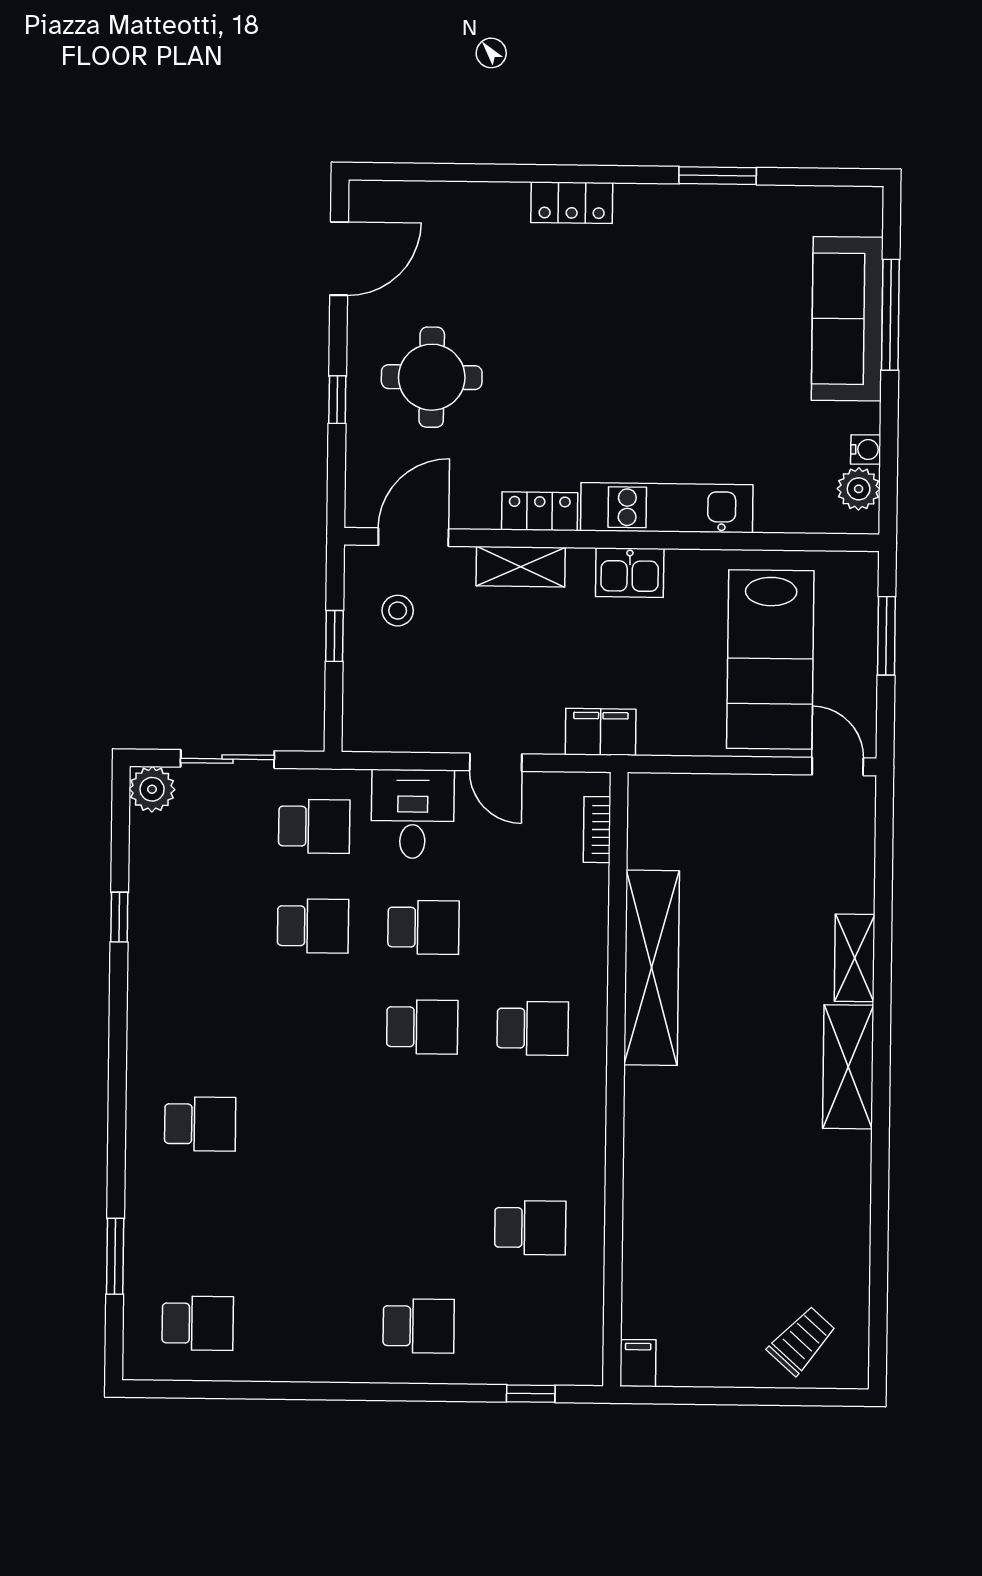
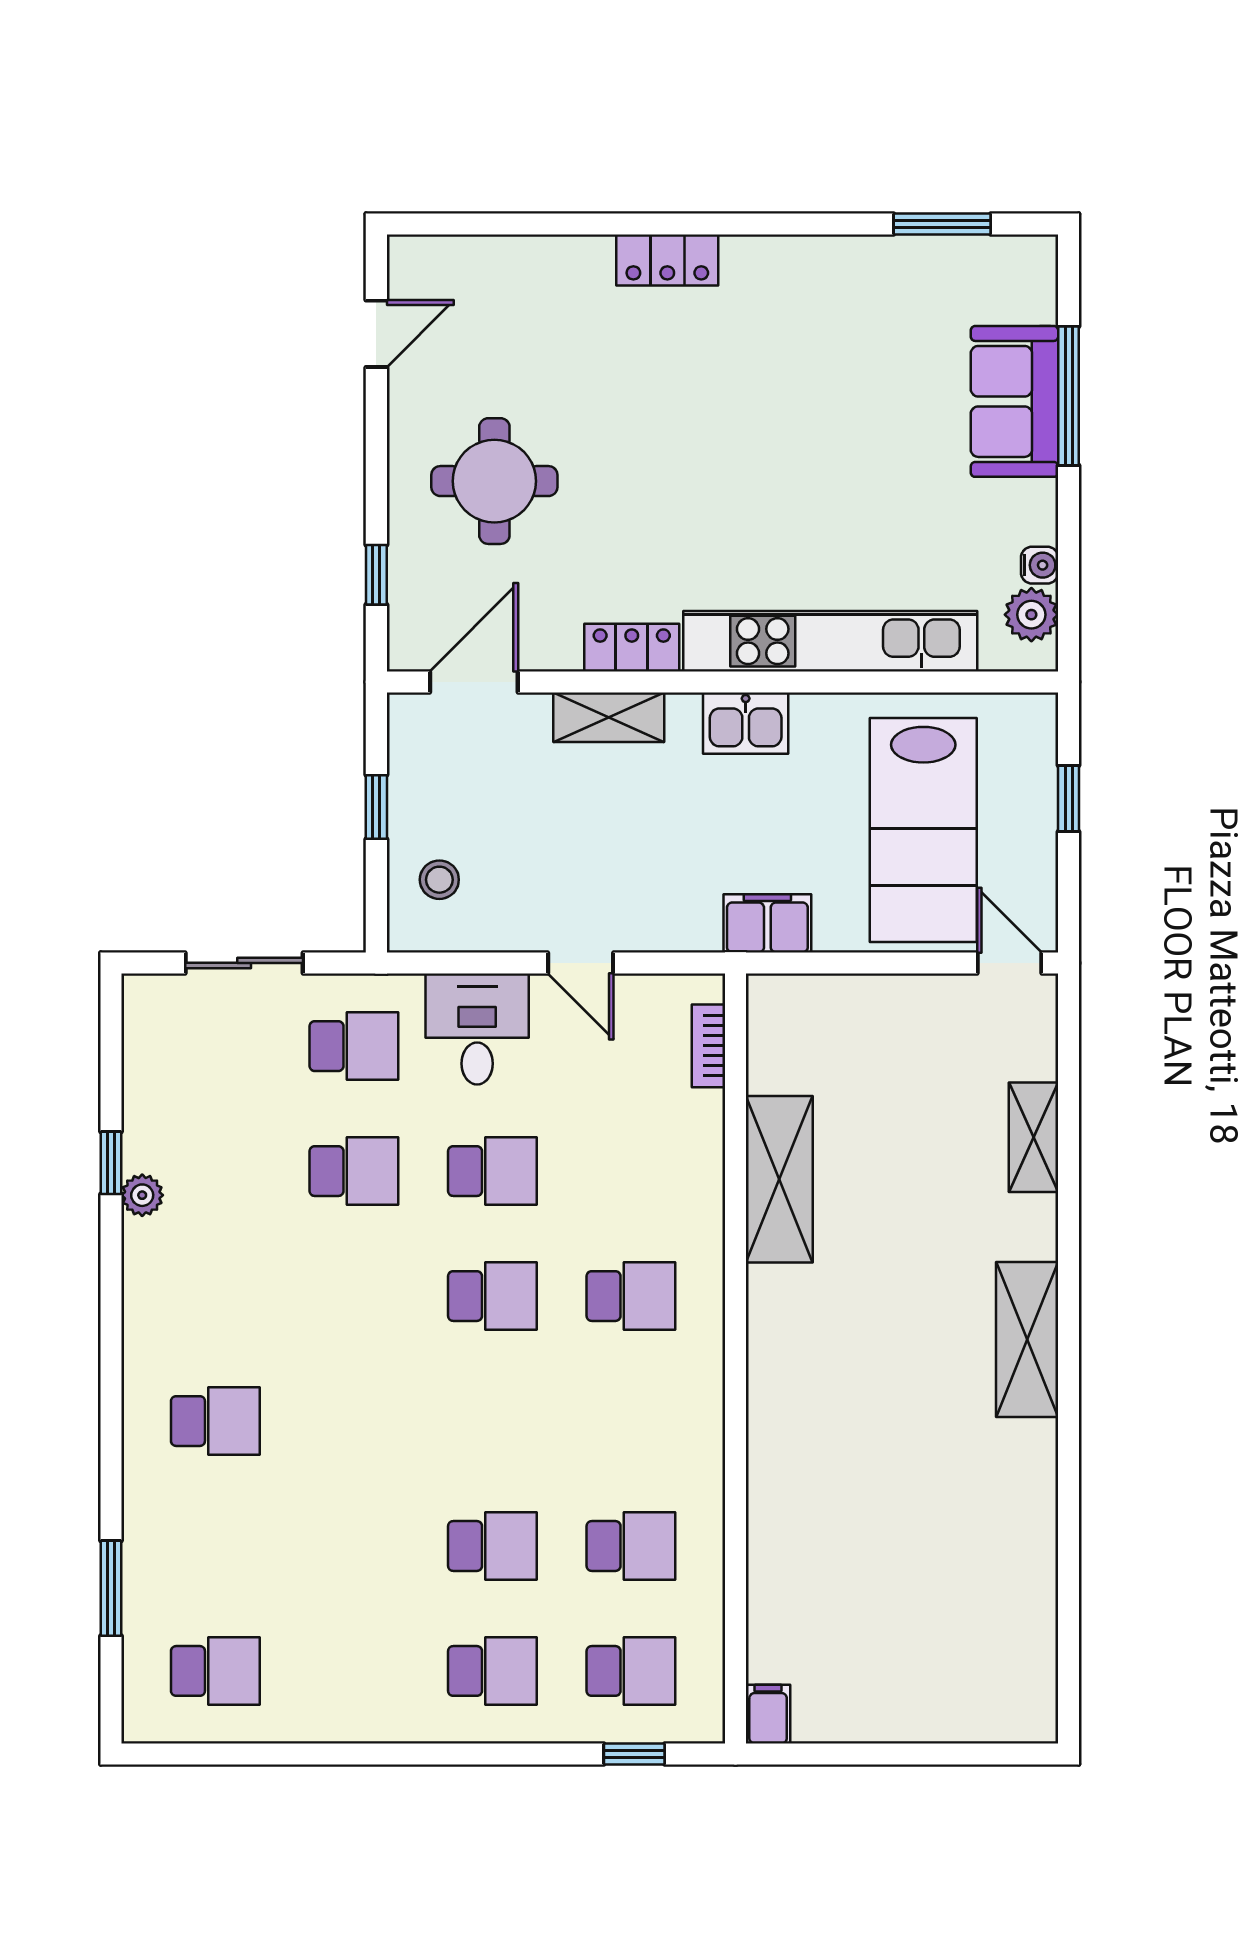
window: (718, 176) -> (942, 224), moved
door: (339, 259) -> (376, 334), width x0.73
sofa: (847, 319) -> (1014, 401), width x0.73
window: (337, 400) -> (376, 575), moved
kitchen unit: (667, 508) -> (830, 641), width x1.36
stool: (398, 611) -> (439, 880), moved
window: (886, 636) -> (1069, 798), width x0.67
filing cabinet: (601, 732) -> (767, 923), moved
plant: (152, 789) -> (142, 1195), moved, width x0.73, depth x0.73
shelving: (855, 958) -> (1033, 1137), moved
shelving: (652, 968) -> (779, 1179), width x0.68
school desk: (420, 1226) -> (492, 1546), added
school desk: (529, 1327) -> (631, 1671), added
trolley: (802, 1341) -> (973, 1683), removed

